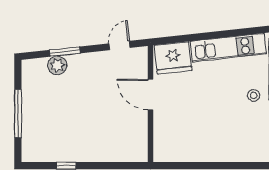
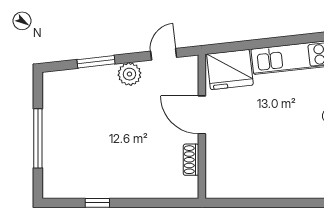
plant: (57, 65) -> (129, 74), moved
shoe rack: (142, 131) -> (191, 160), added

